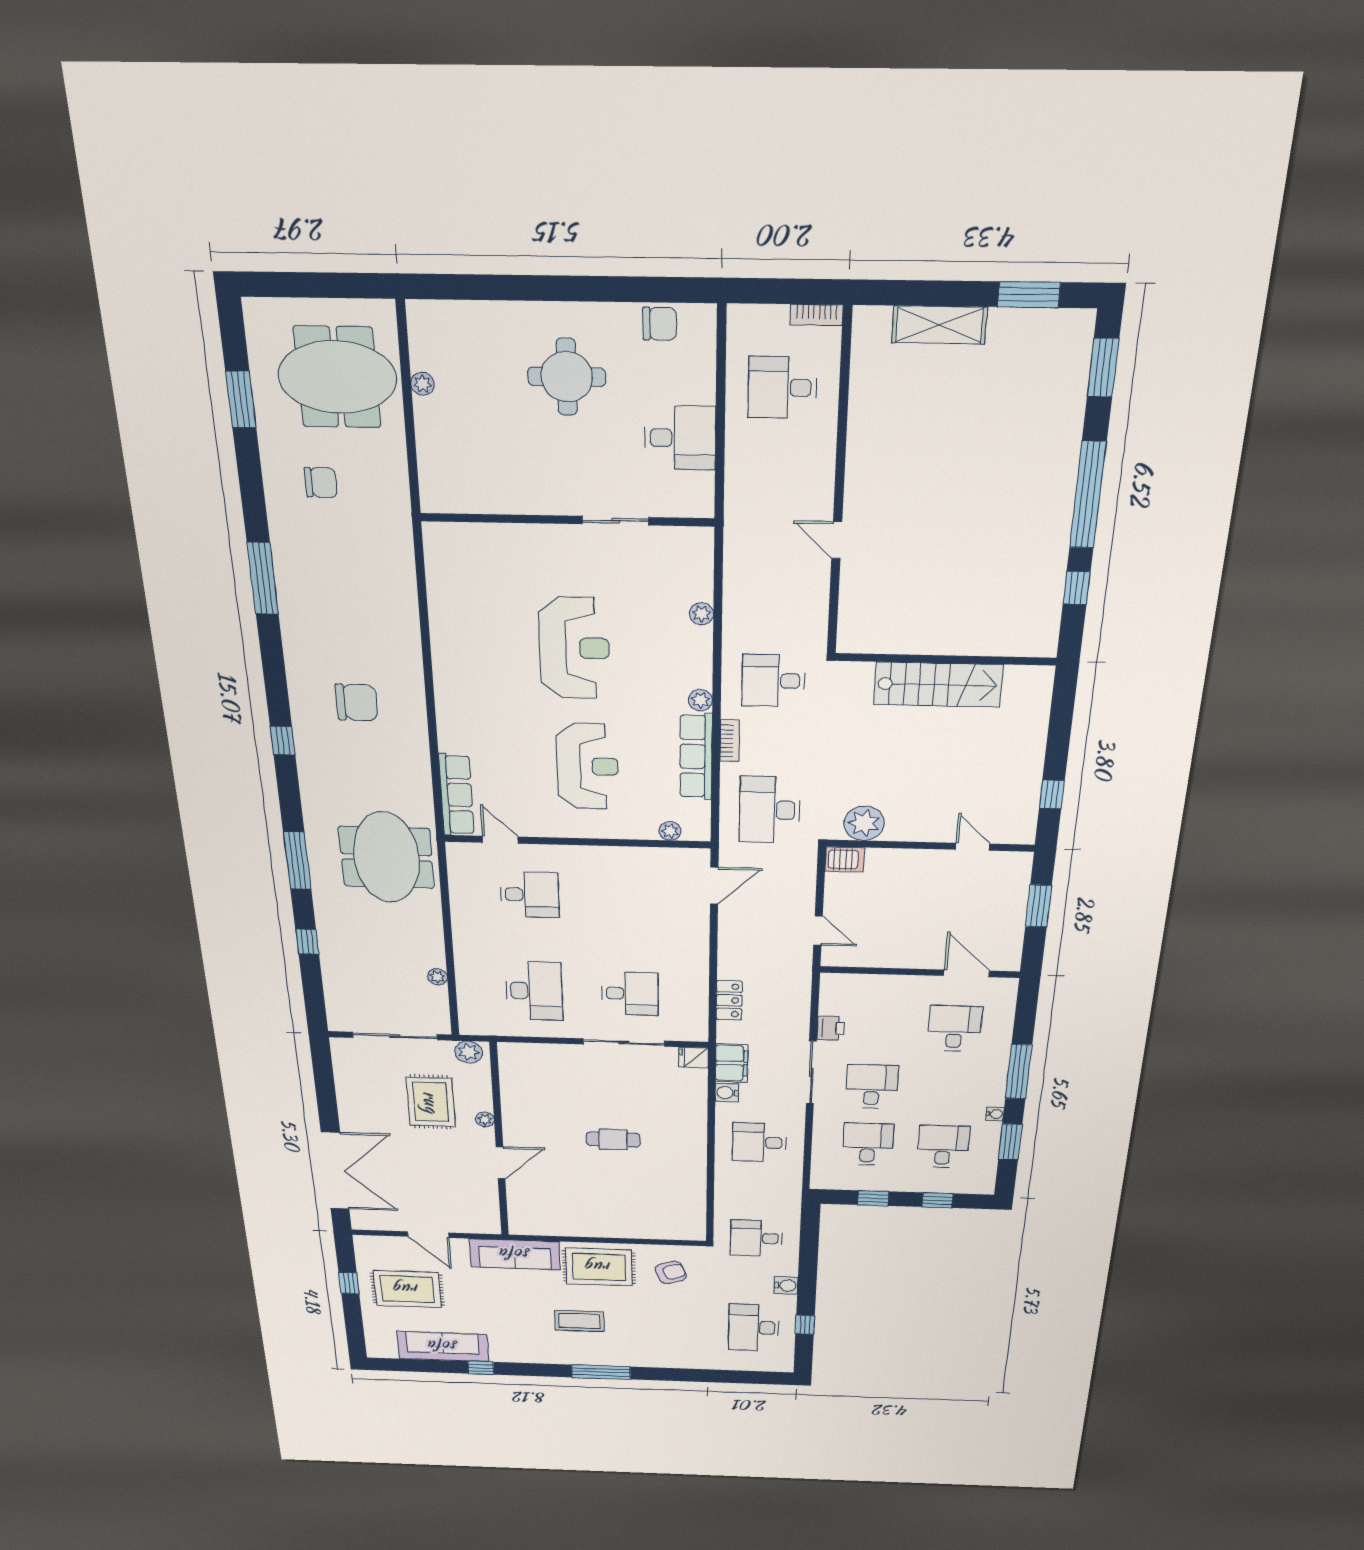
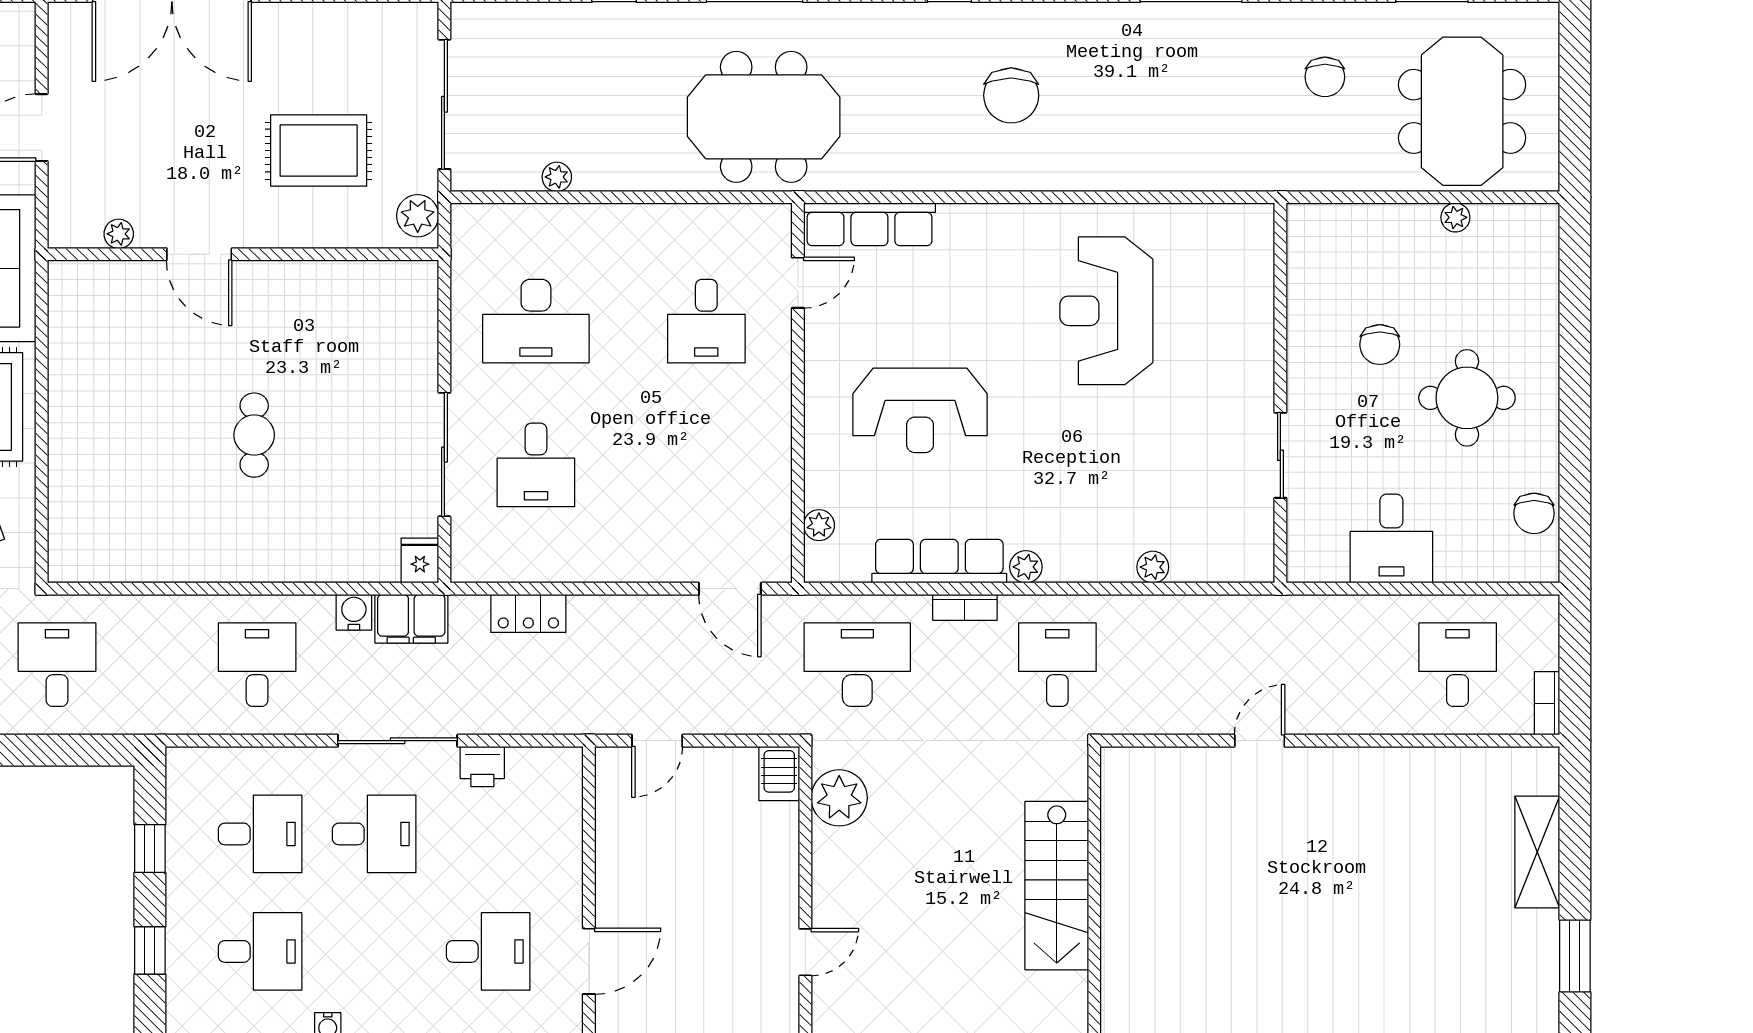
chair: (527, 444) -> (1380, 345), added
reception desk: (574, 648) -> (1106, 311), moved, turned 90
plant: (485, 1119) -> (119, 234), moved

